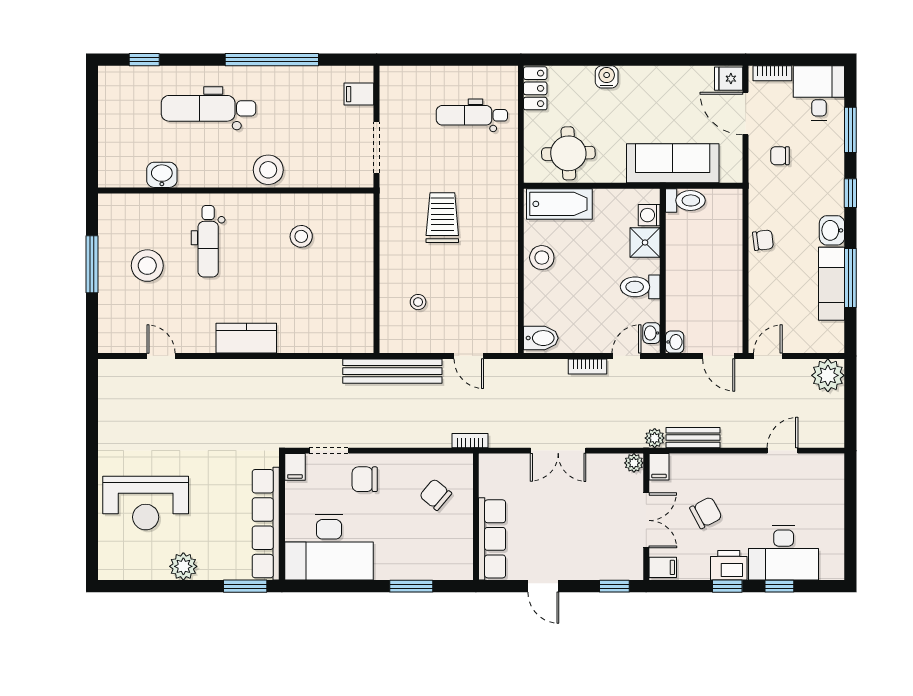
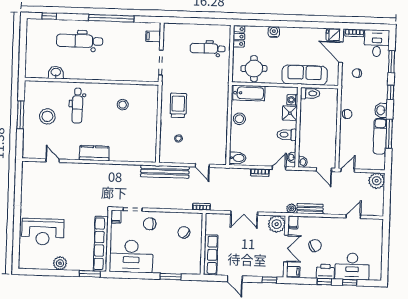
stool: (268, 170) -> (108, 72), removed
trolley: (442, 218) -> (178, 105), moved
plant: (634, 463) -> (277, 224), width x1.88, depth x1.88

